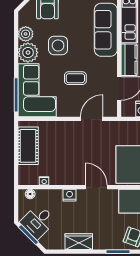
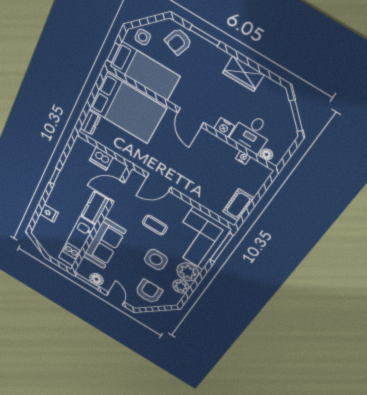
cot: (28, 146) -> (238, 205), width x0.73, depth x0.75
desk: (38, 222) -> (252, 133), moved, turned 135

